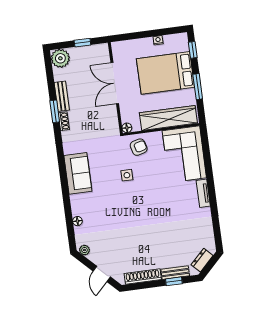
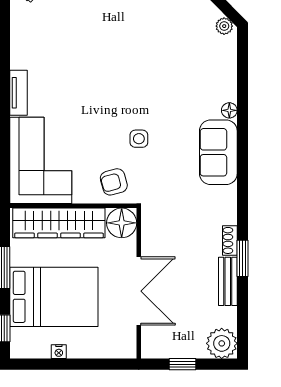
floor lamp: (127, 128) -> (122, 223), width x1.89, depth x1.89
floor lamp: (77, 221) -> (229, 110), moved

